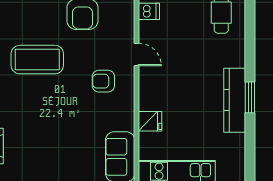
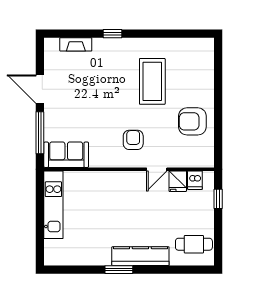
kitchen counter: (235, 100) -> (140, 256), moved
fridge: (150, 121) -> (178, 181), moved

